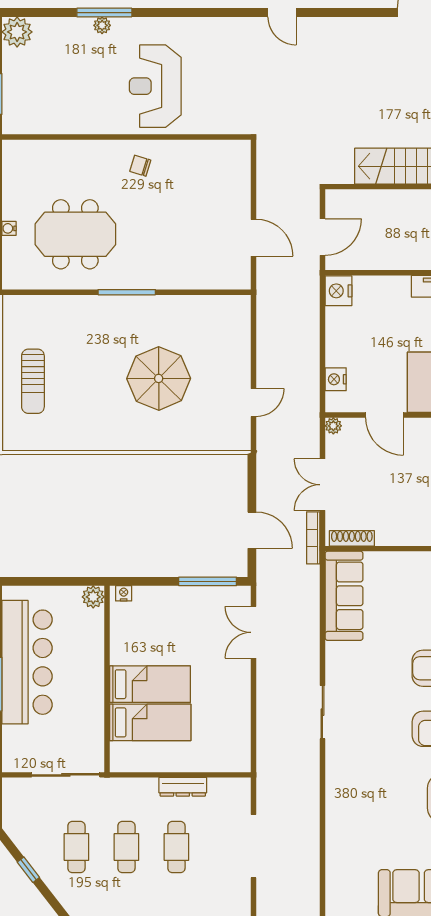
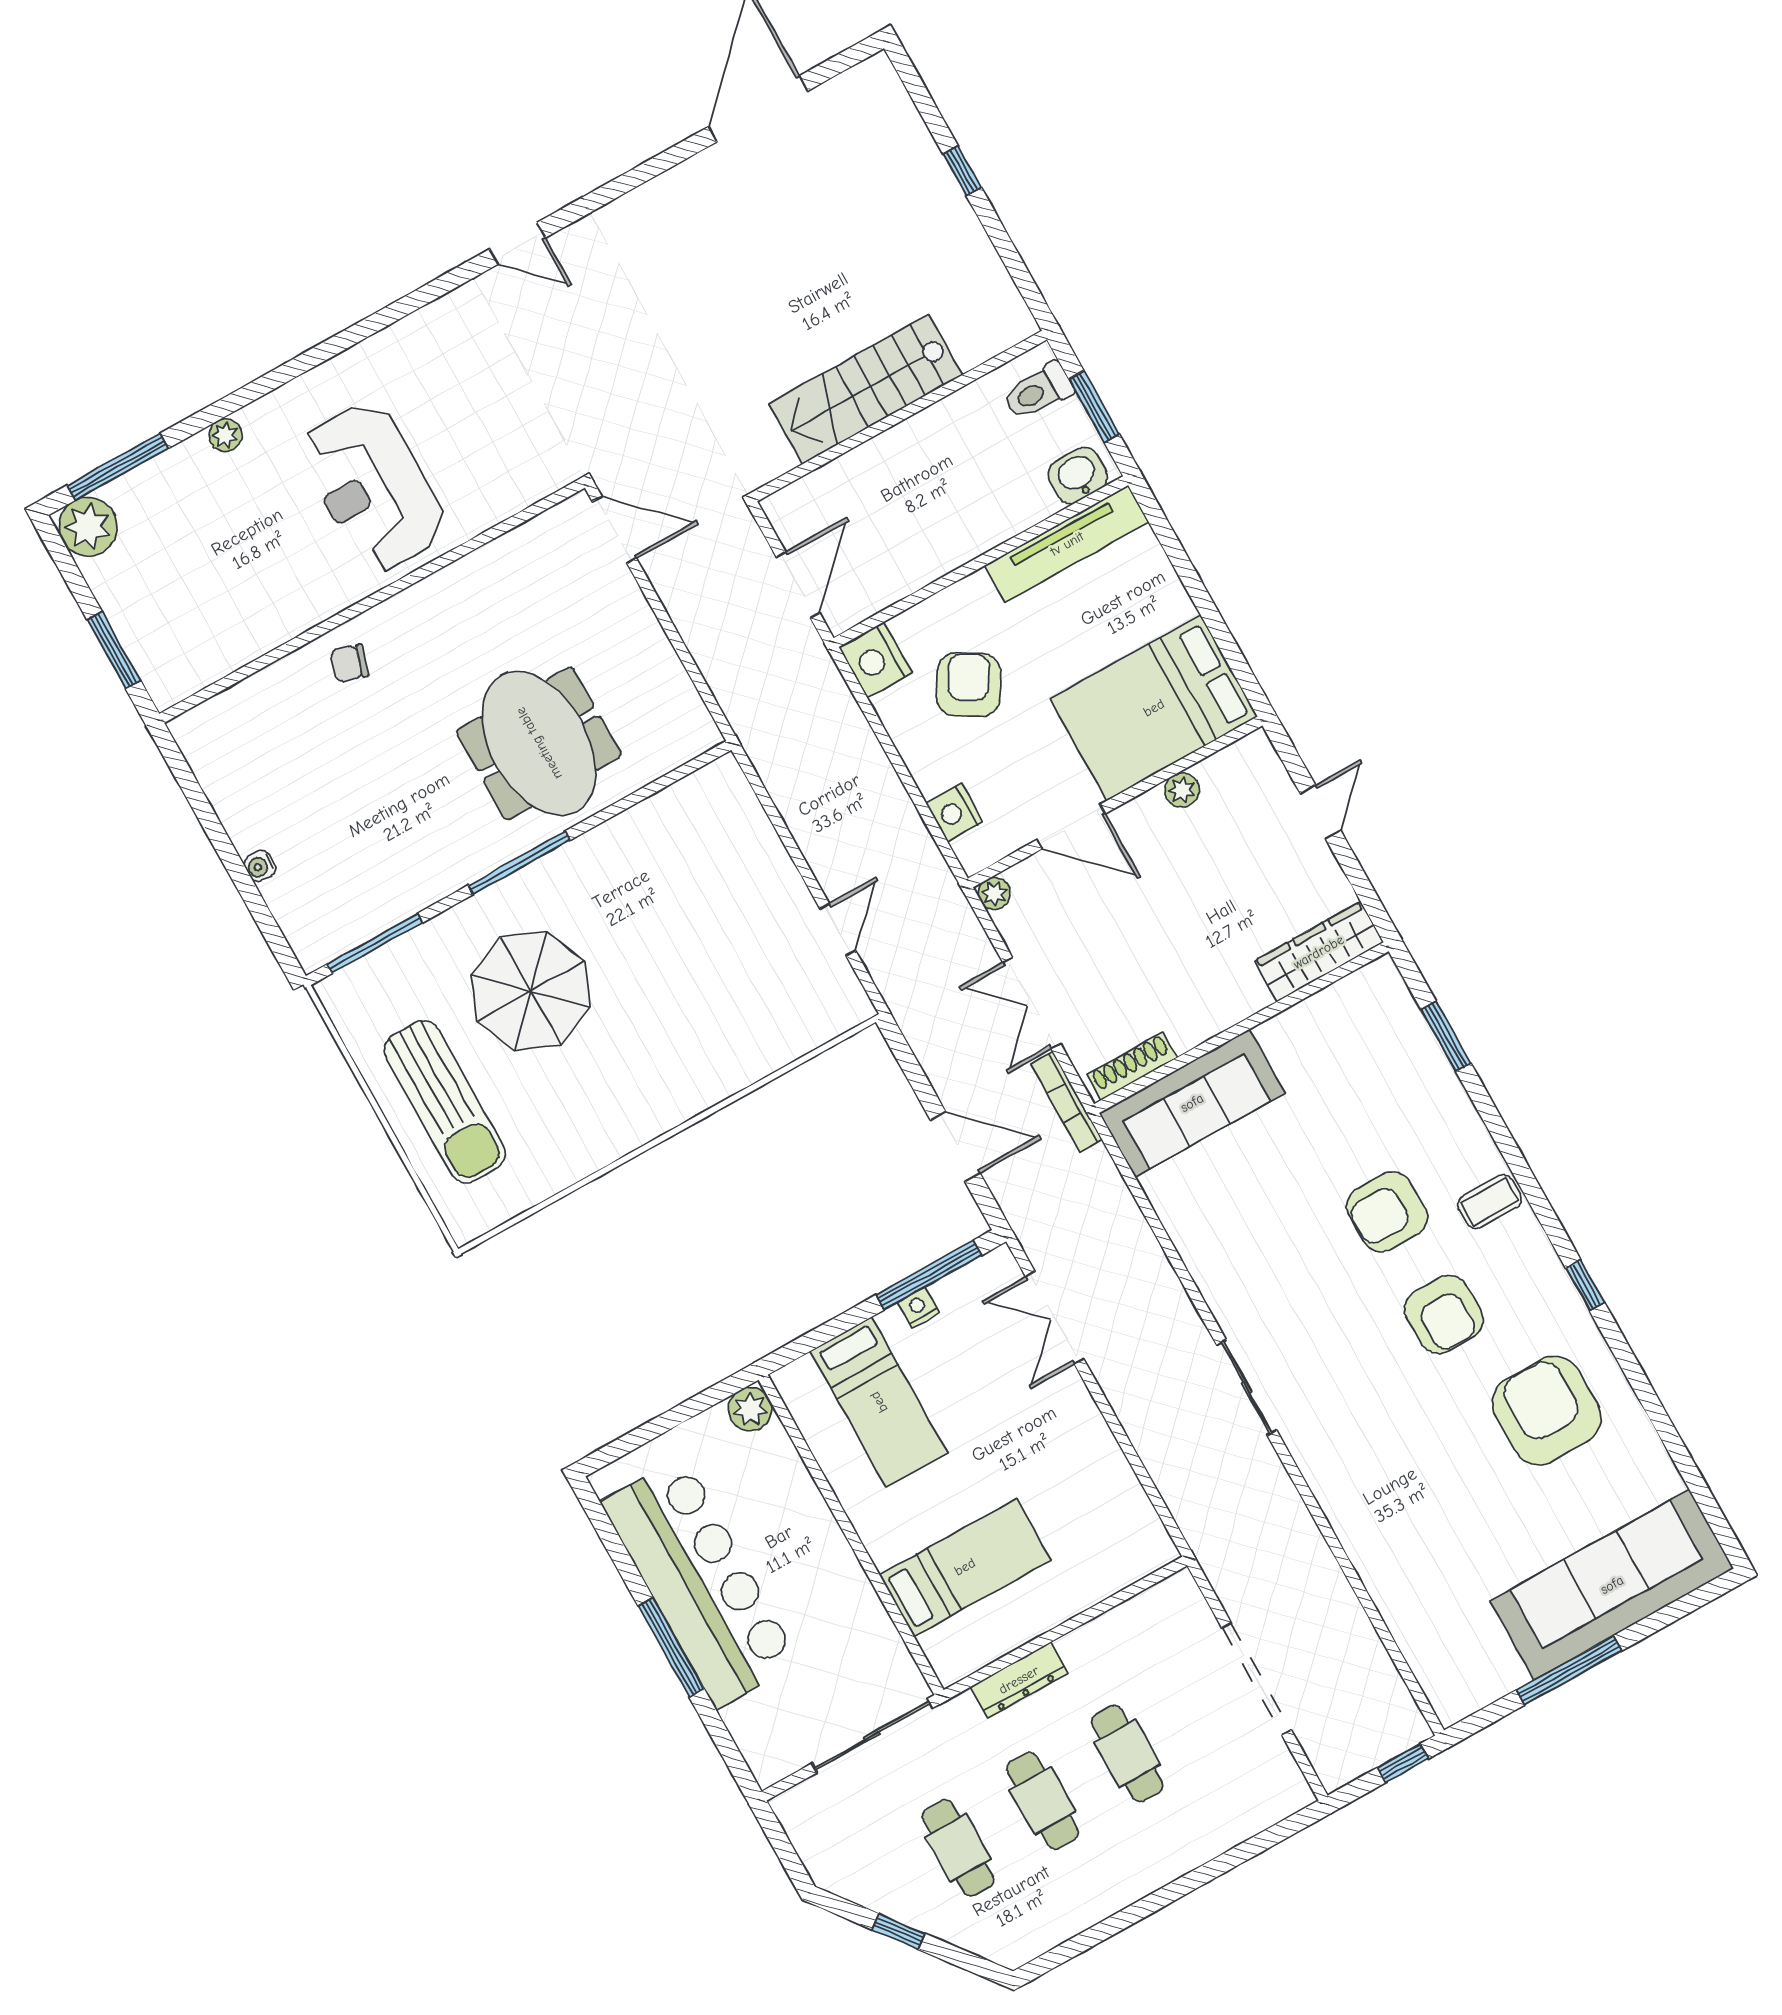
window: (104, 13) -> (118, 467), moved
chair: (140, 166) -> (349, 663), moved
meeting table: (75, 234) -> (539, 743), moved, turned 90
door: (254, 238) -> (614, 530), moved
window: (41, 292) -> (375, 943), added
armchair: (374, 325) -> (969, 685), added
parasol: (159, 378) -> (531, 991), moved
sun lounger: (33, 381) -> (445, 1102), width x1.36, depth x1.34
nightstand: (124, 593) -> (918, 1307), moved
sofa: (344, 596) -> (1192, 1103), moved, turned 90
bed: (150, 684) -> (879, 1402), moved, turned 90
dresser: (183, 787) -> (1019, 1680), moved

